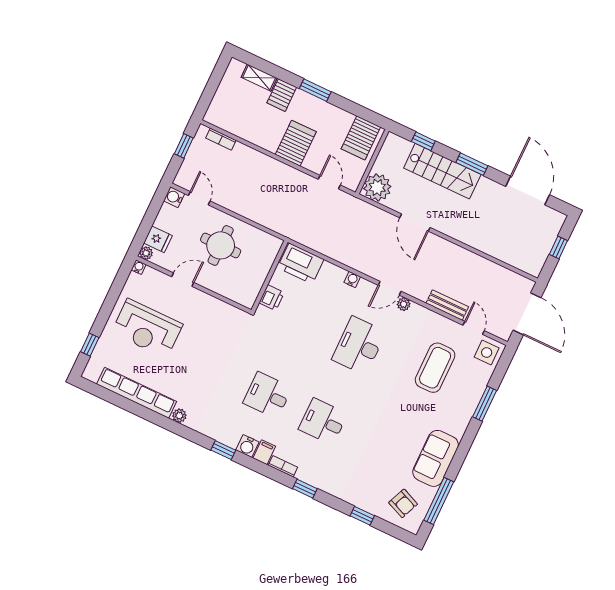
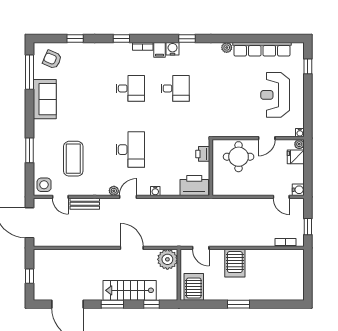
shelving: (259, 78) -> (279, 295), removed
server rack: (282, 95) -> (259, 290), removed
round table: (221, 245) -> (239, 157), moved
reception desk: (147, 328) -> (275, 95), turned -90

